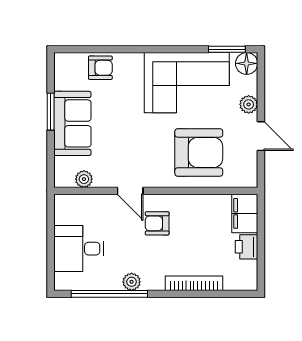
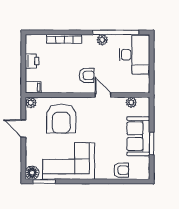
armchair: (100, 68) -> (121, 170), turned 180
plant: (249, 104) -> (31, 103), moved
armchair: (199, 152) -> (61, 119), turned -90
filing cabinet: (245, 213) -> (33, 87), width x0.50
desk: (79, 249) -> (134, 55), width x1.37

